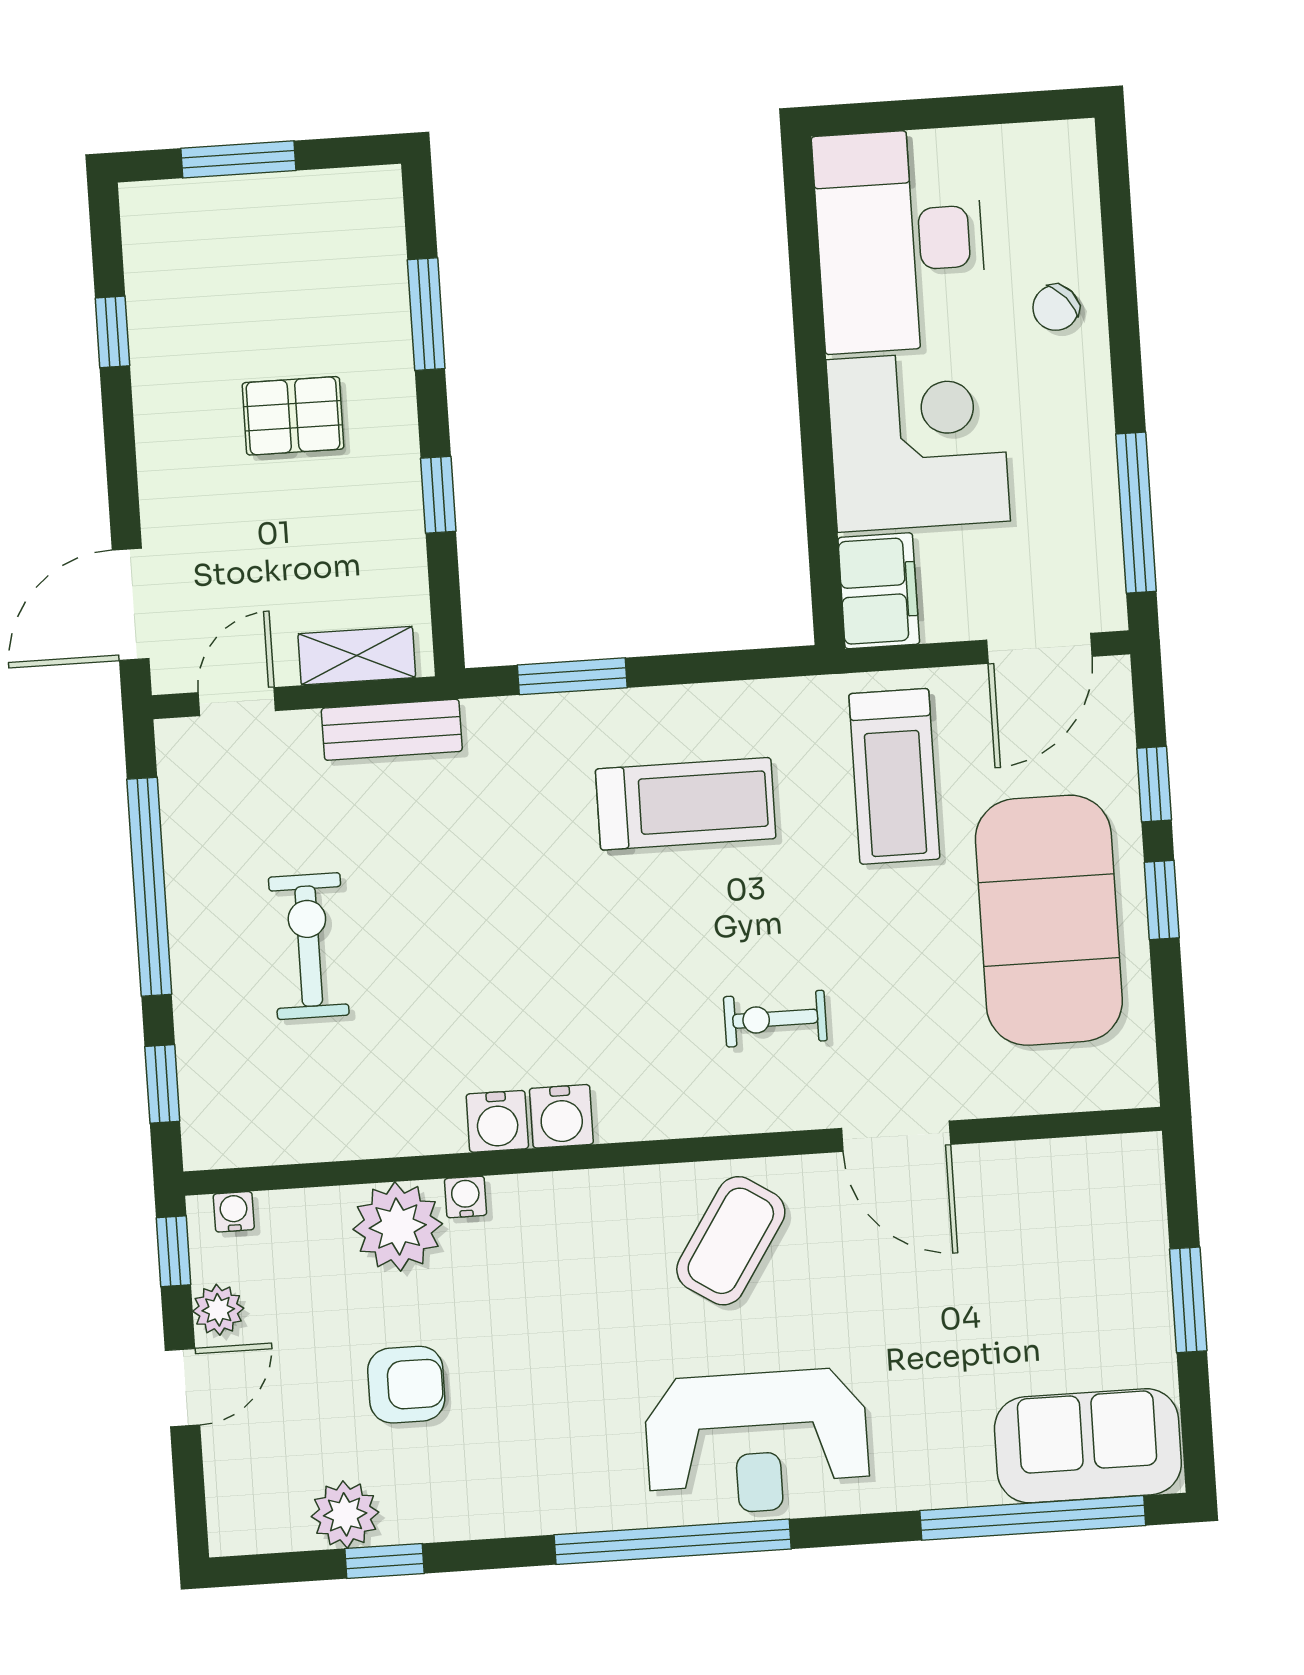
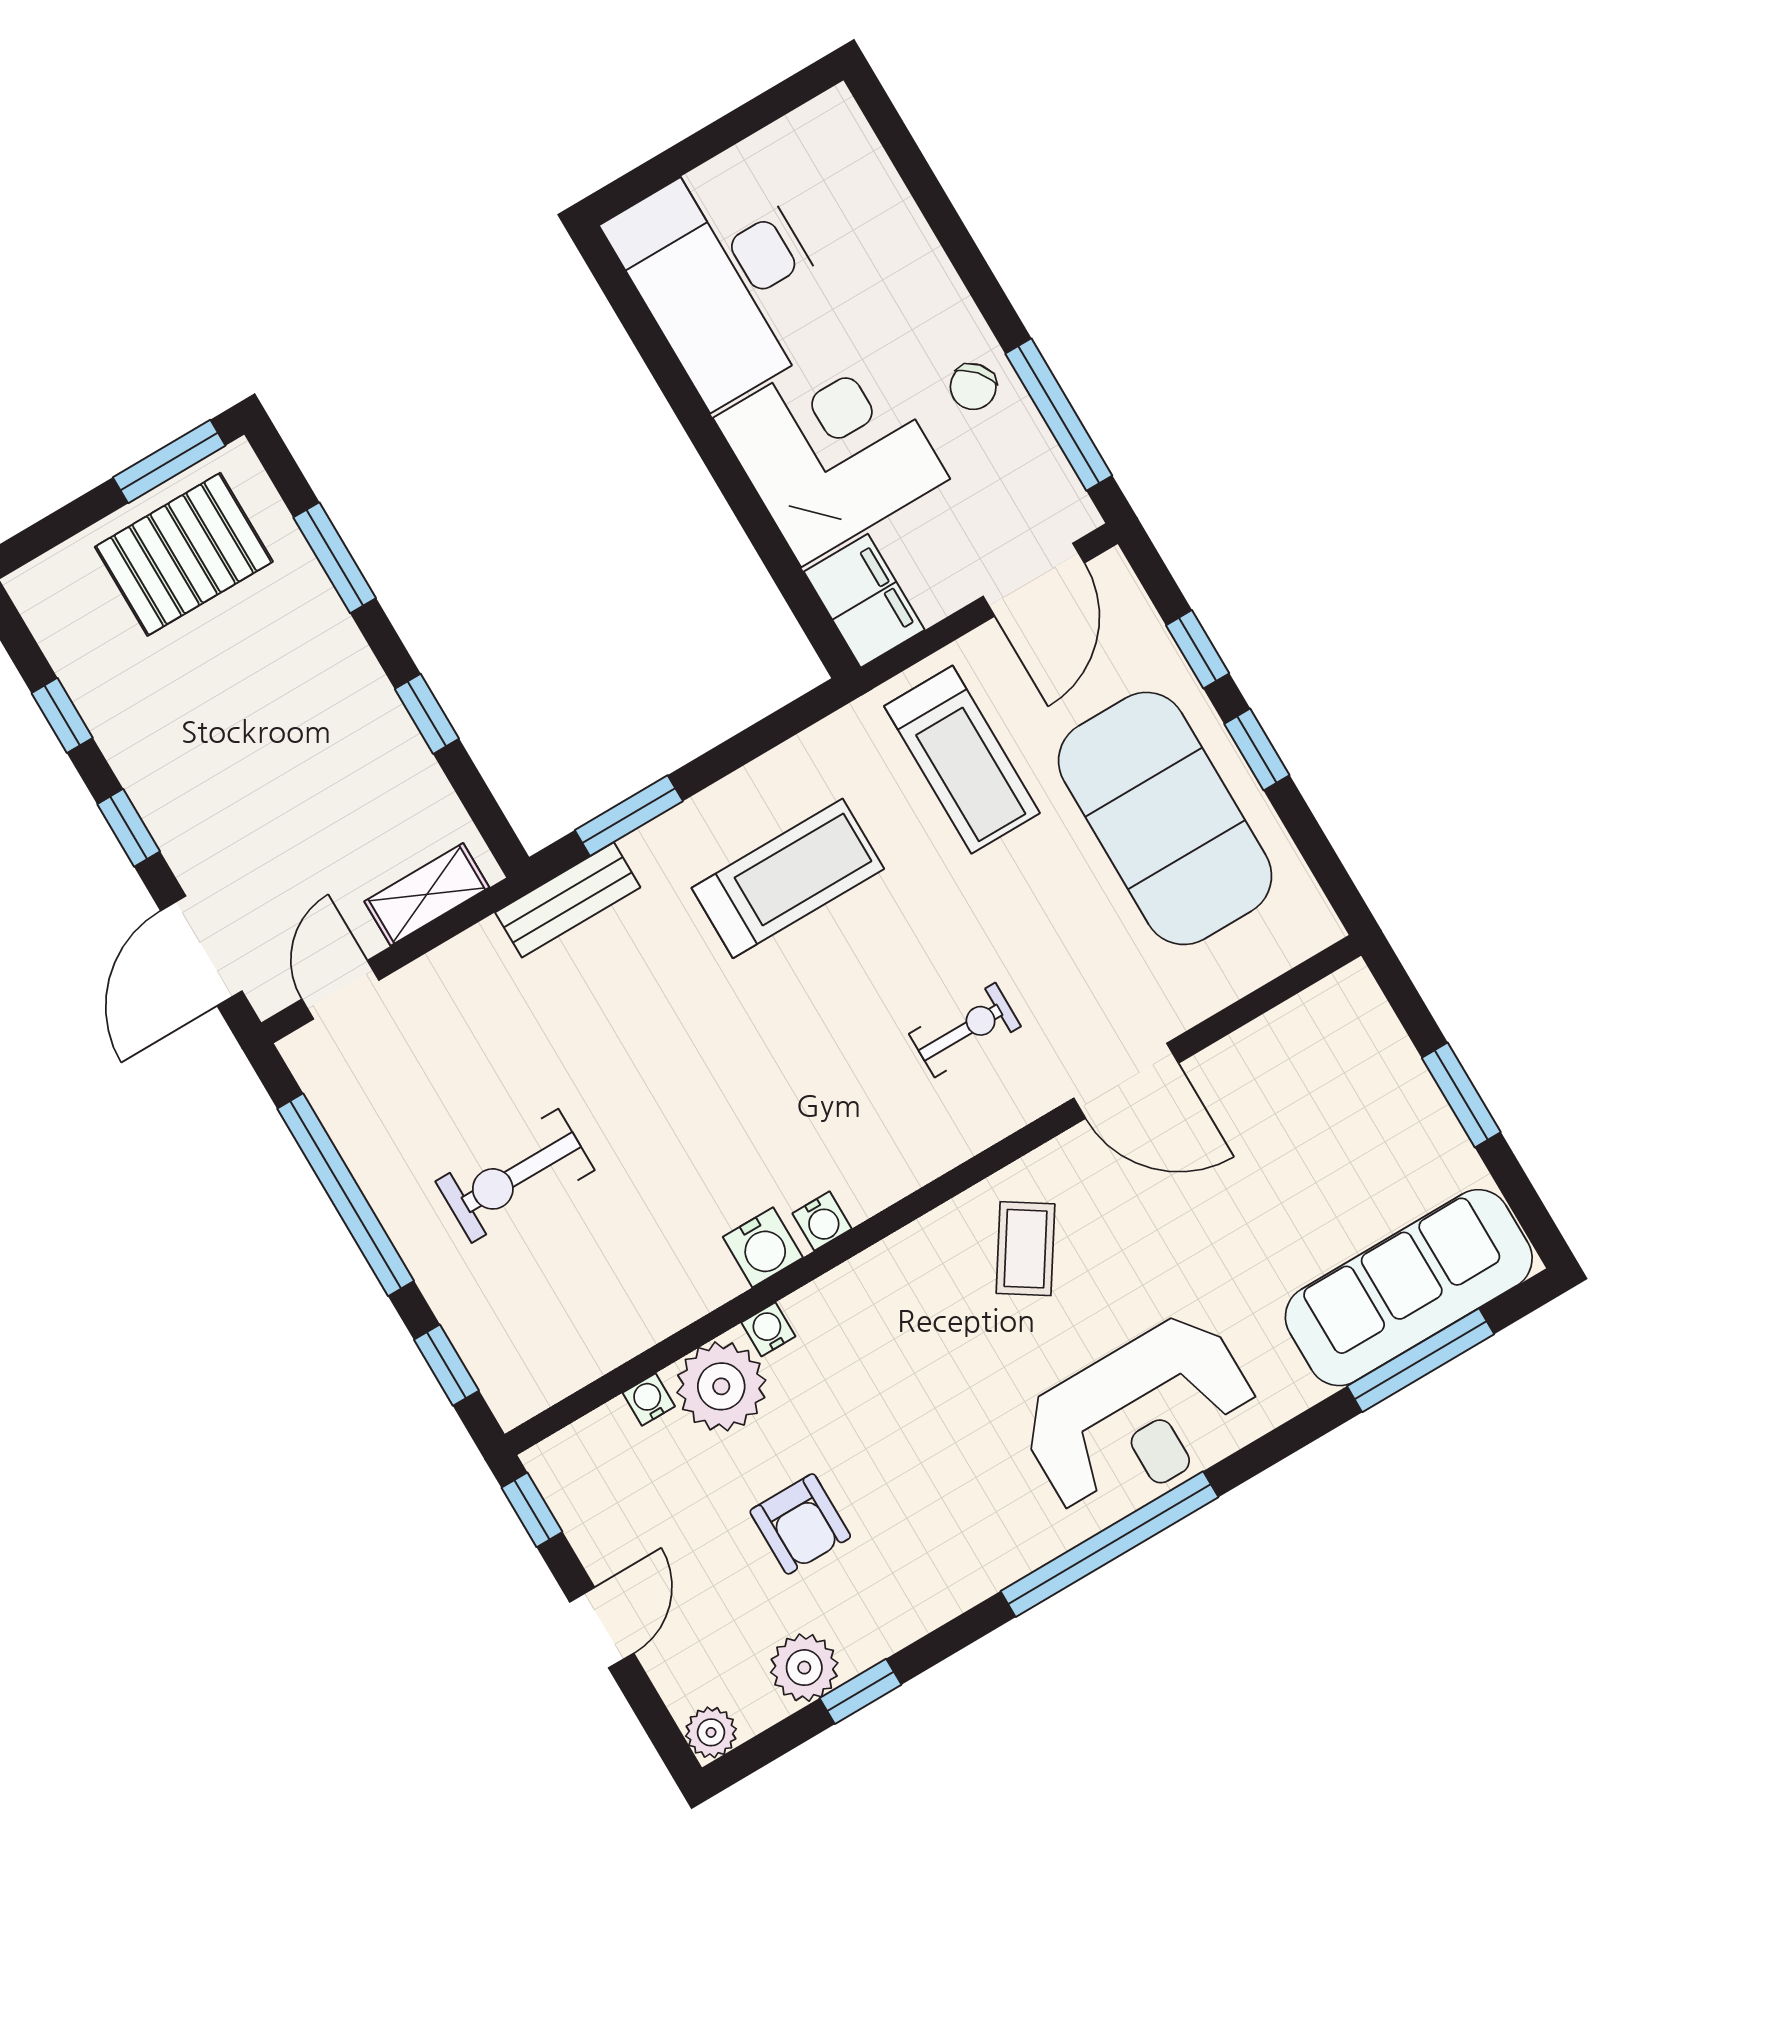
window: (238, 159) -> (169, 461), moved
chair: (1056, 308) -> (973, 387), moved
pallet: (293, 416) -> (184, 554), moved, width x1.50, depth x1.42
window: (121, 462) -> (129, 828), added
bench: (392, 730) -> (568, 900), moved
exercise bike: (309, 946) -> (515, 1176), turned -90
exercise bike: (775, 1019) -> (965, 1030), turned 180
water cooler: (561, 1116) -> (822, 1221), width x0.72, depth x0.72
water cooler: (234, 1212) -> (649, 1399), moved
coffee table: (731, 1241) -> (1026, 1249), width x0.73, depth x0.77
plant: (218, 1310) -> (711, 1732), moved
armchair: (406, 1385) -> (800, 1524), turned 90
sofa: (1088, 1446) -> (1409, 1288), width x1.36
window: (1033, 1518) -> (1421, 1360), width x0.68

